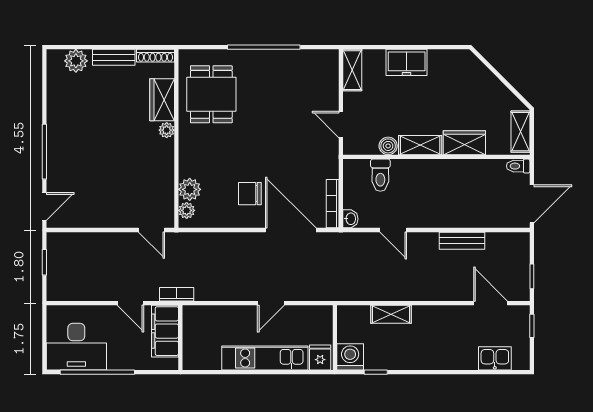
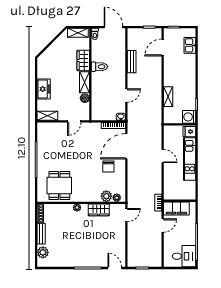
dining table: (211, 94) -> (59, 186), turned 90
wardrobe: (162, 100) -> (99, 210), moved
toilet: (380, 175) -> (99, 67), moved
desk: (76, 347) -> (184, 256), width x0.73

